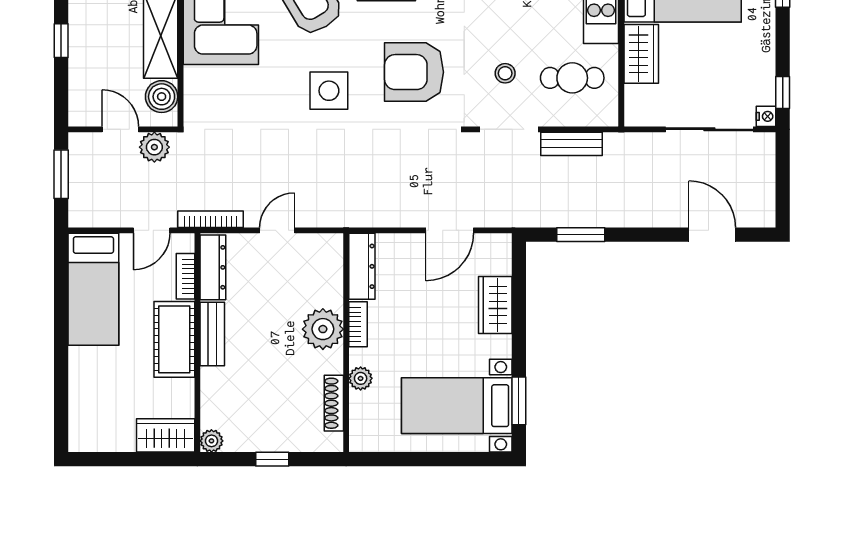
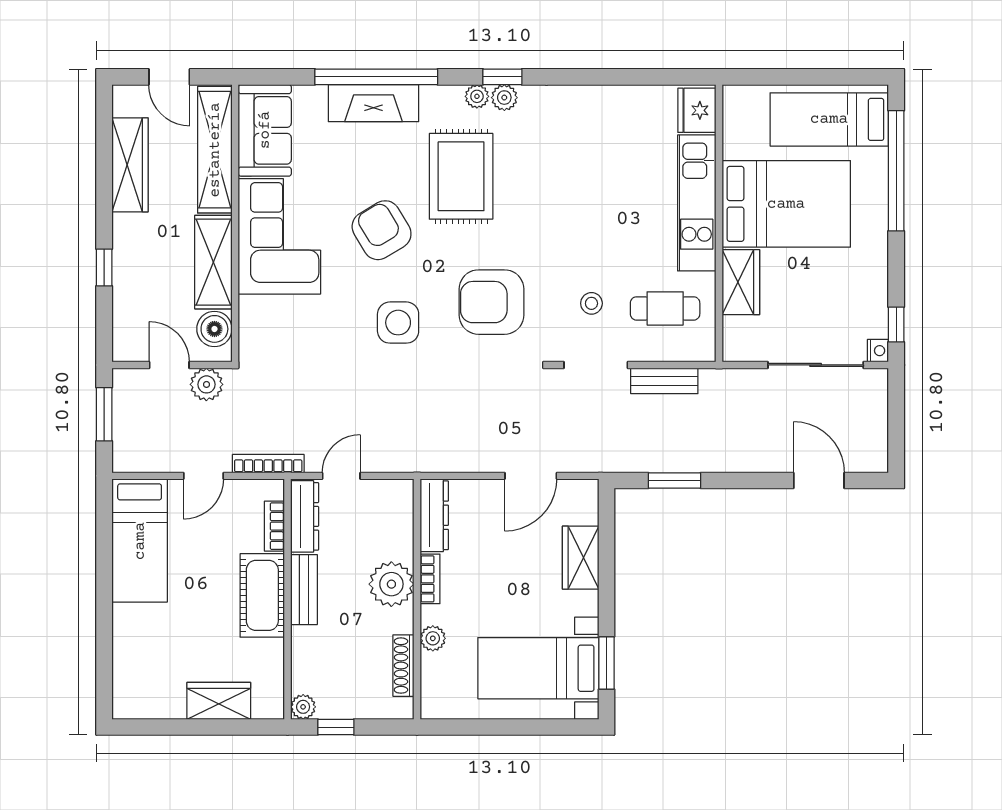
dresser: (213, 267) -> (305, 516), moved
bookcase: (185, 276) -> (274, 526), moved
bench: (212, 334) -> (304, 590), moved
cot: (174, 339) -> (262, 595), moved
wall: (197, 343) -> (288, 599), moved
plant: (211, 441) -> (303, 707), moved

